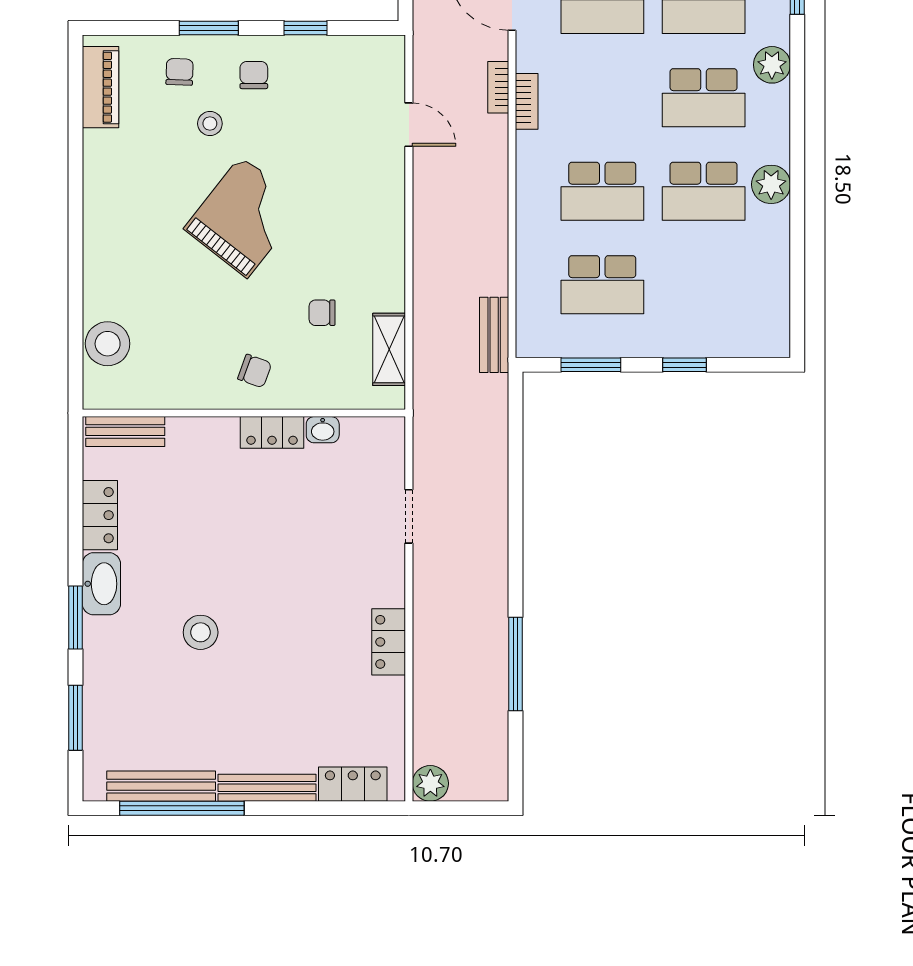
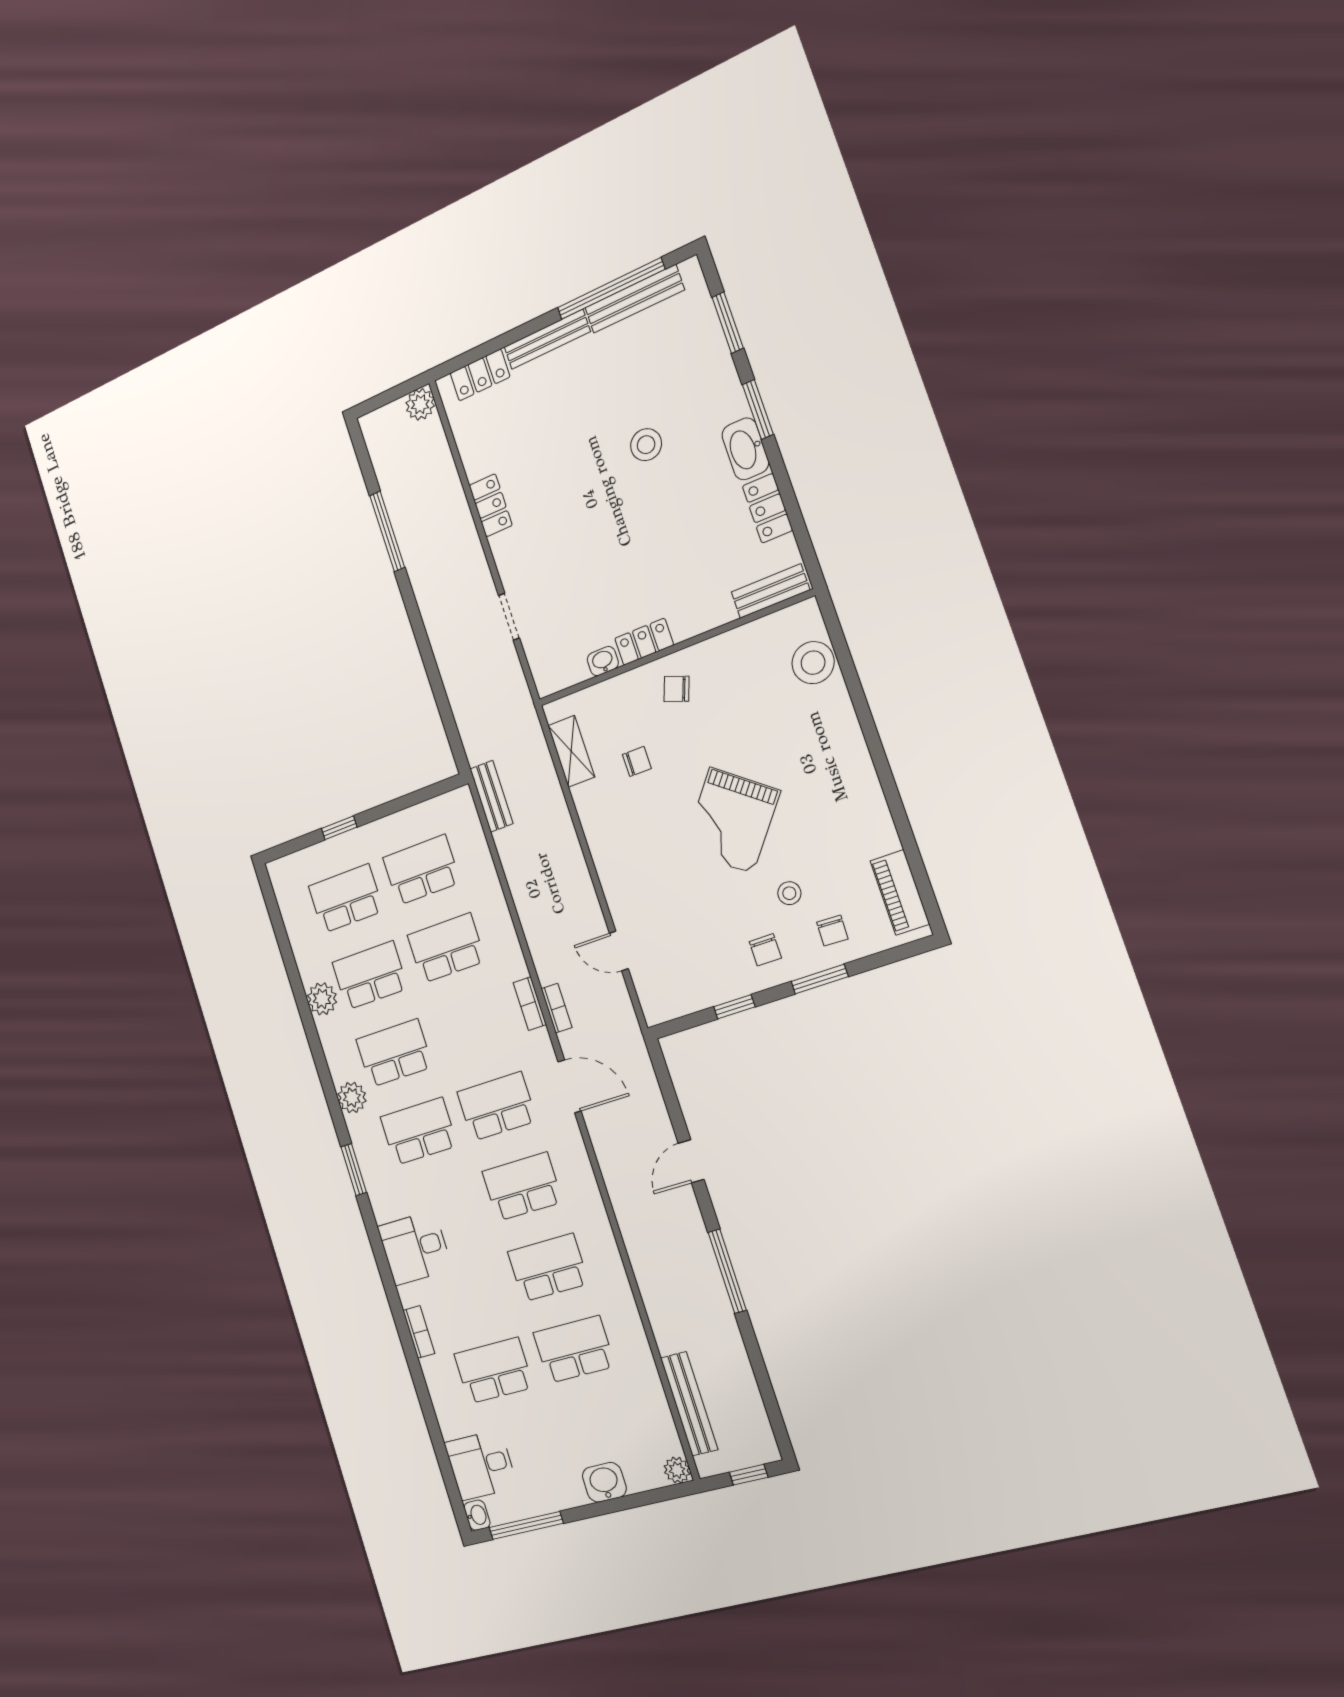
school desk: (704, 285) -> (346, 899), added
window: (591, 365) -> (409, 800), removed

